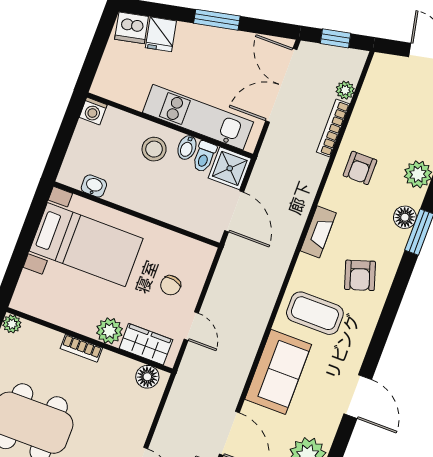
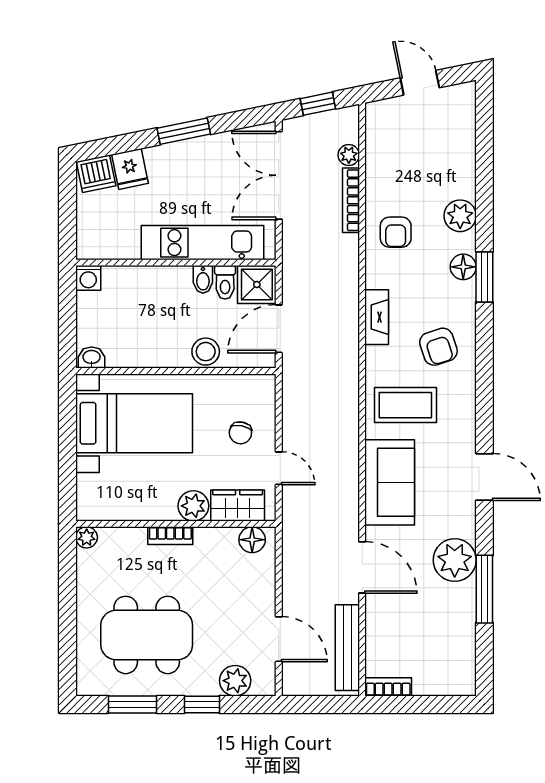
stool: (154, 149) -> (206, 352), moved
washbasin: (94, 186) -> (92, 358), moved
door: (234, 211) -> (279, 329), swing flipped

